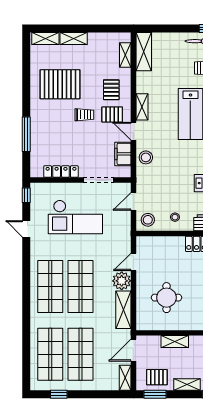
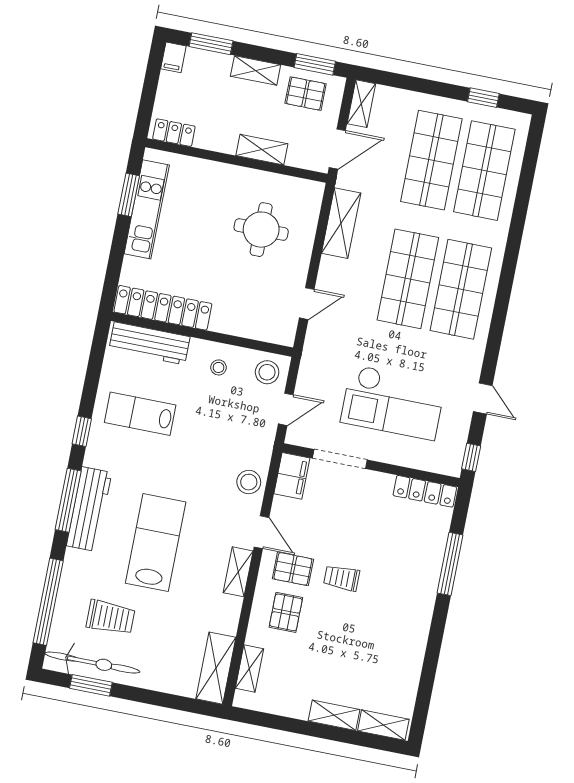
pallet: (60, 84) -> (374, 640), removed
filing cabinet: (123, 154) -> (292, 476), moved
locker: (61, 171) -> (425, 491), moved
checkout: (75, 217) -> (393, 402), turned 180
plant: (122, 281) -> (334, 275), removed

